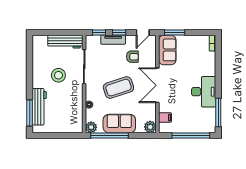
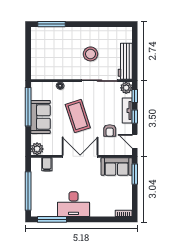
workbench: (39, 107) -> (58, 34), removed
plant: (91, 127) -> (126, 88), moved

